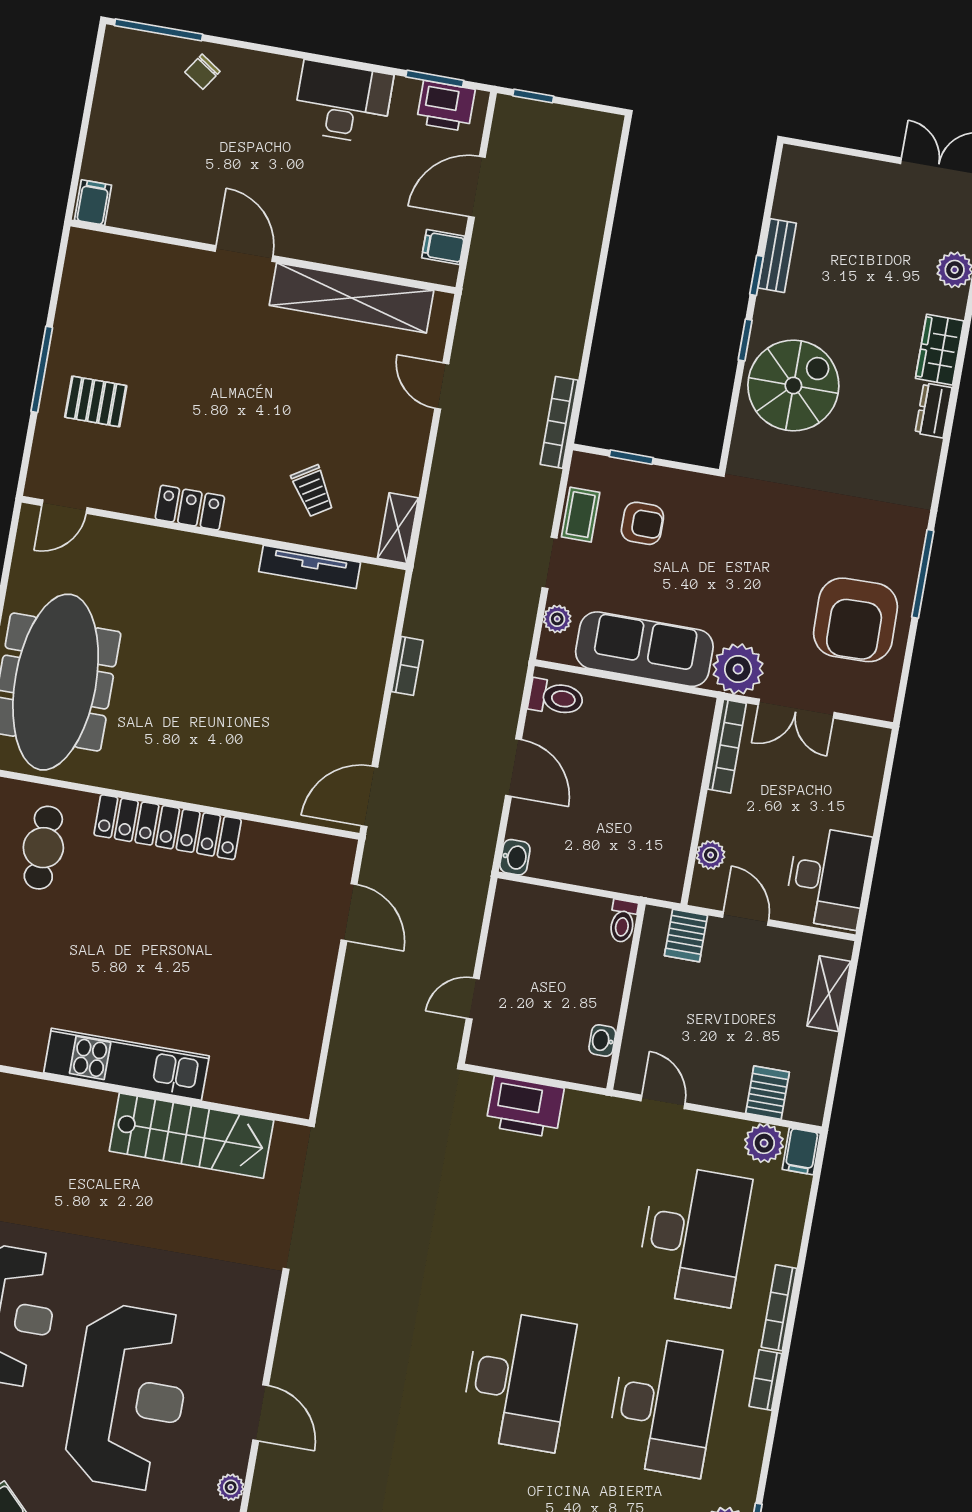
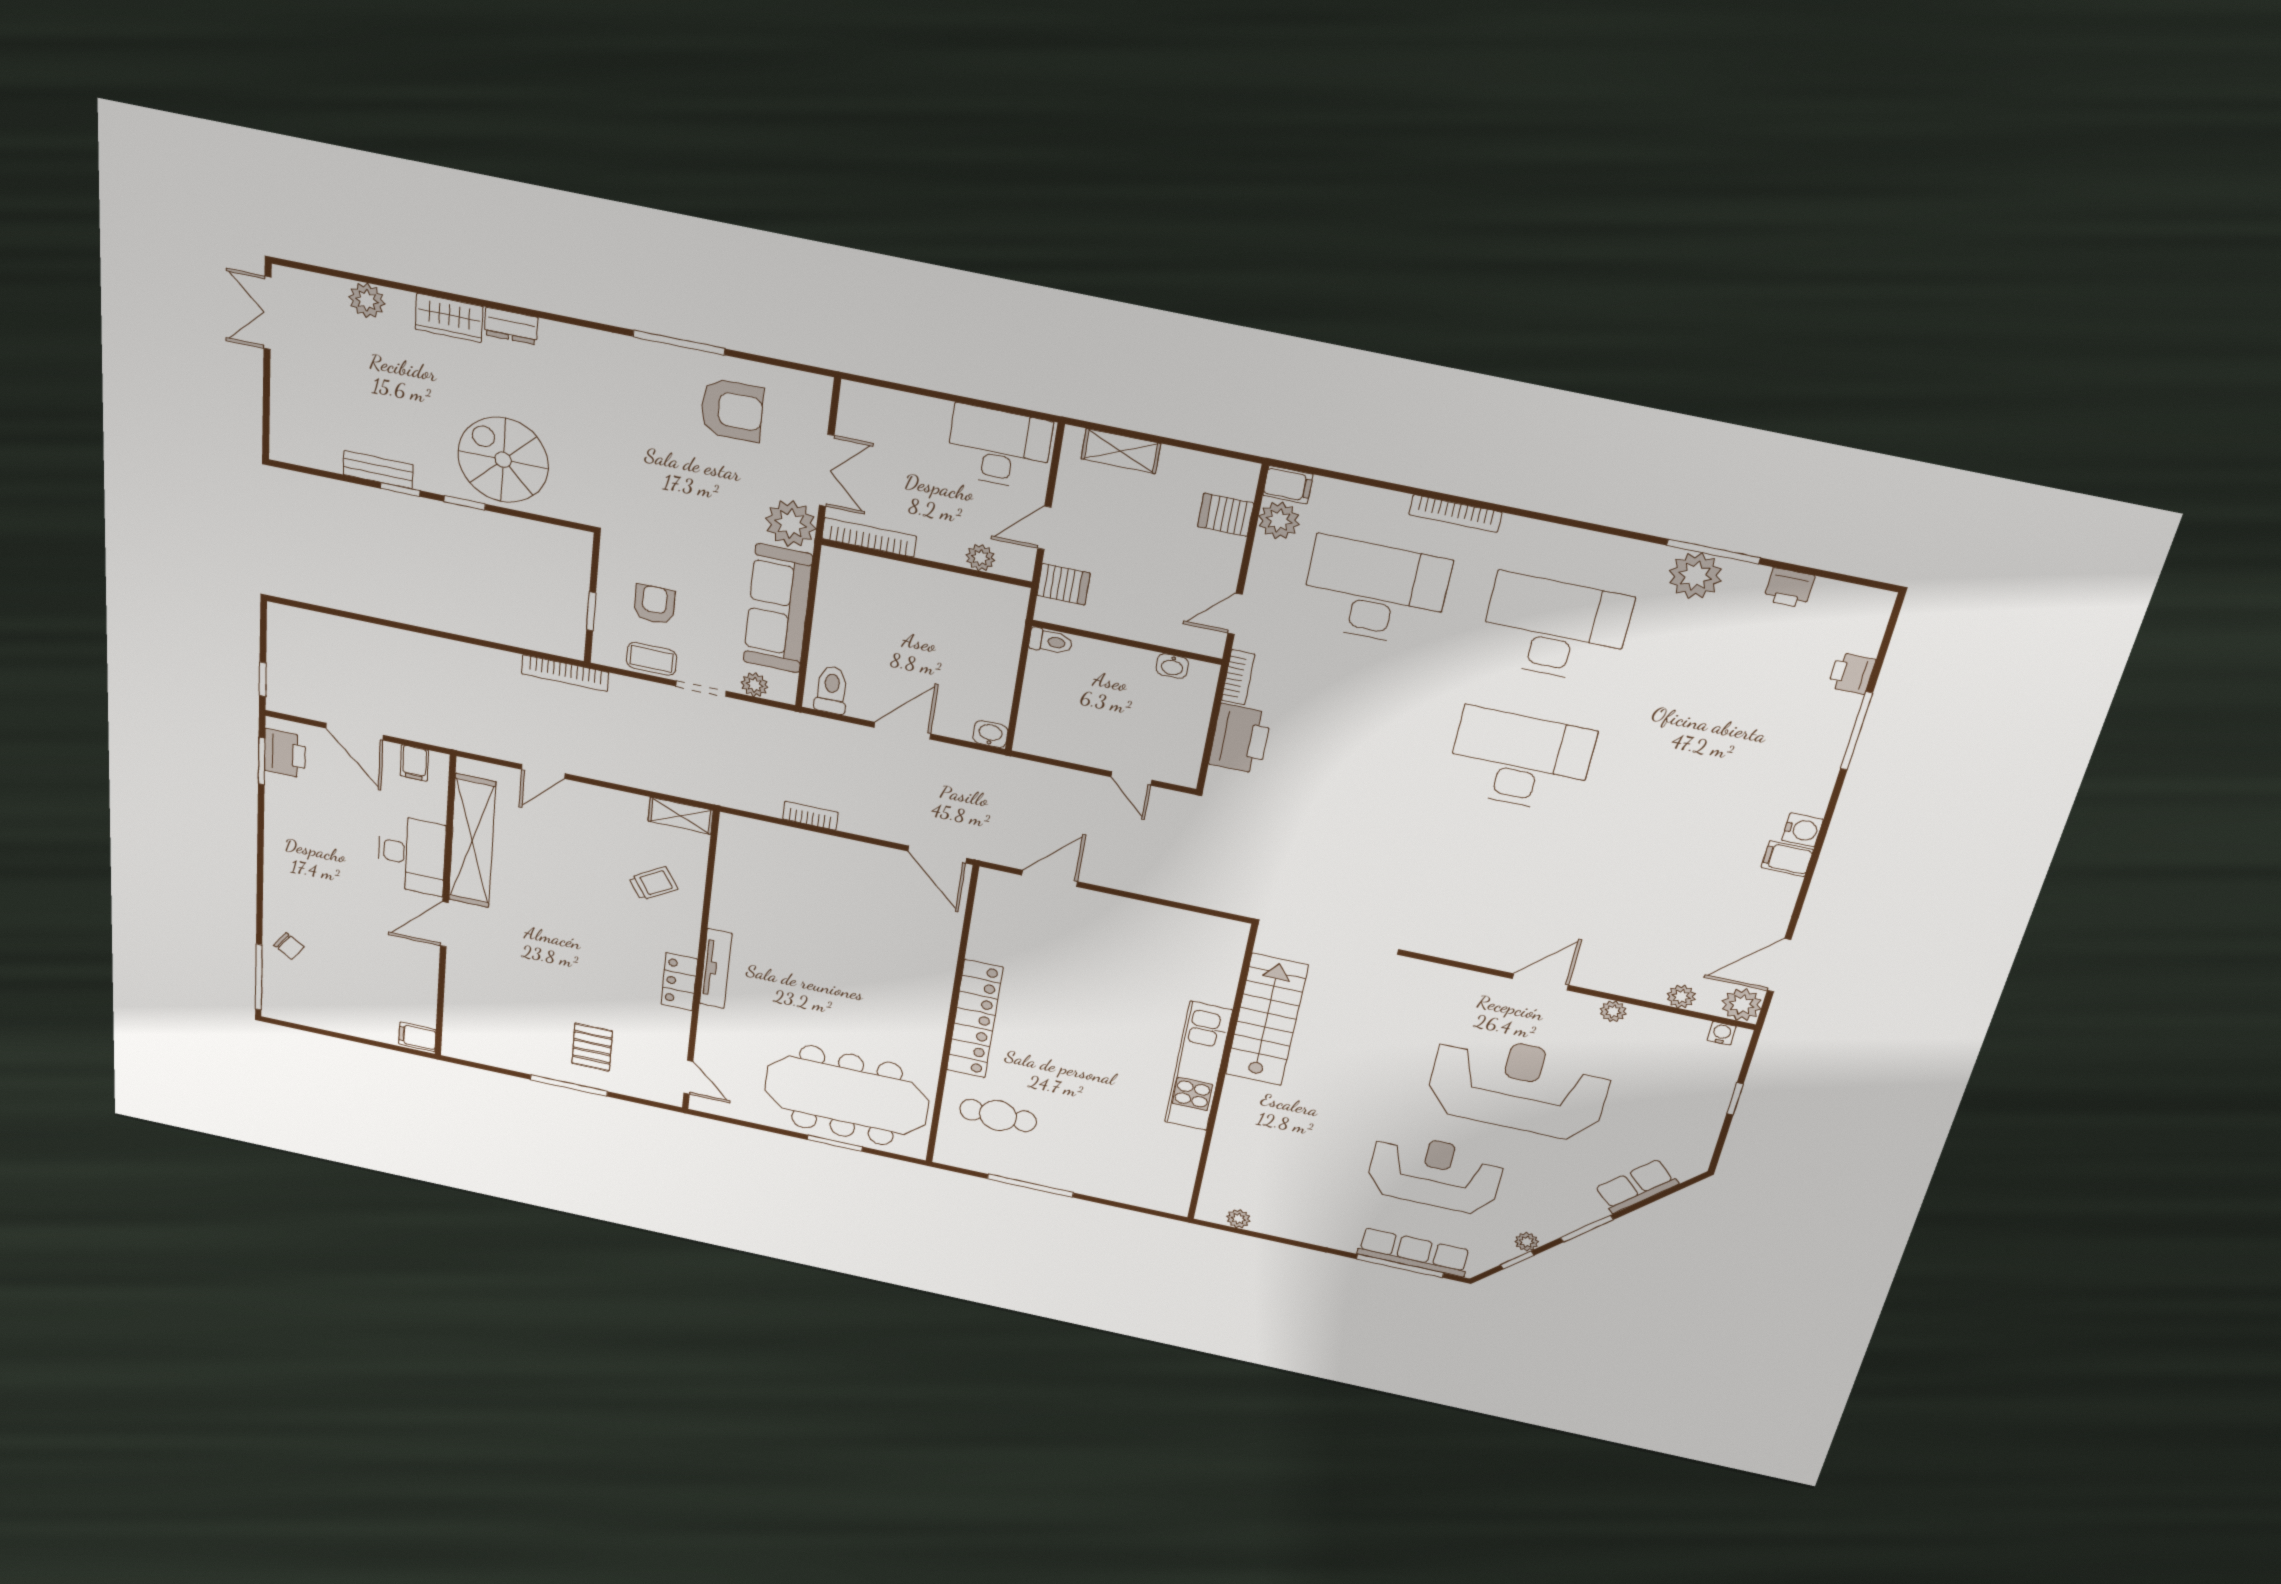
desk: (343, 102) -> (412, 855), moved, turned 180
tv unit: (310, 567) -> (716, 969), moved
armchair: (856, 620) -> (732, 410), width x0.73, depth x0.73
bookcase: (765, 1380) -> (1238, 677), moved, turned -90

